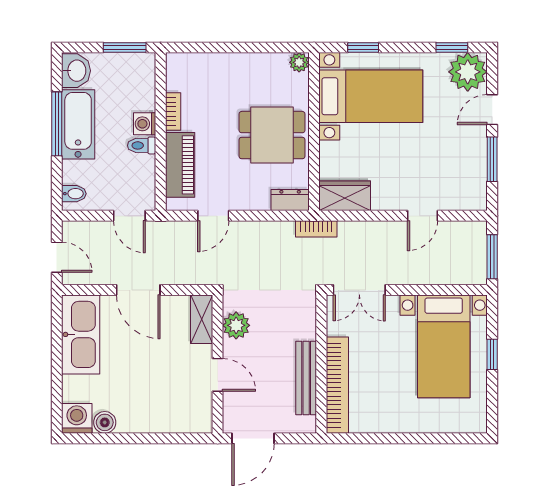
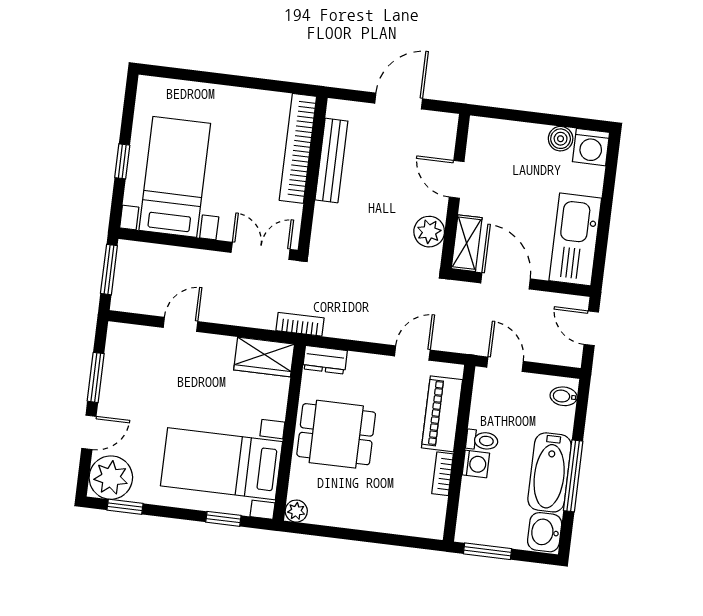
shelving: (202, 319) -> (467, 243), moved
plant: (236, 325) -> (429, 232), moved
wall: (218, 364) -> (455, 191), moved
door: (218, 375) -> (457, 179), moved

